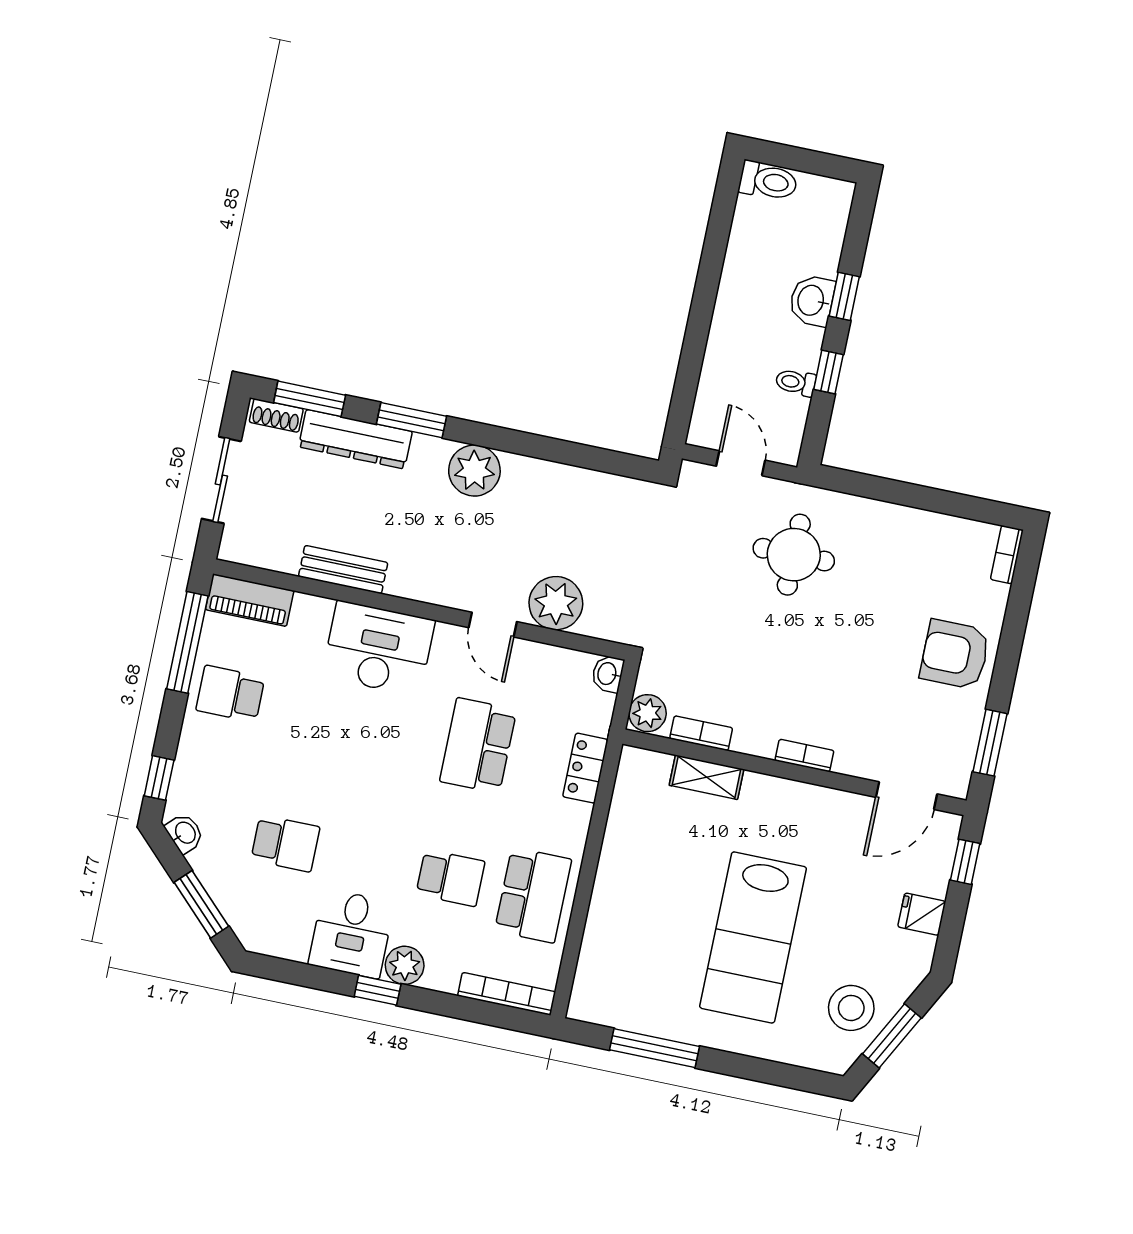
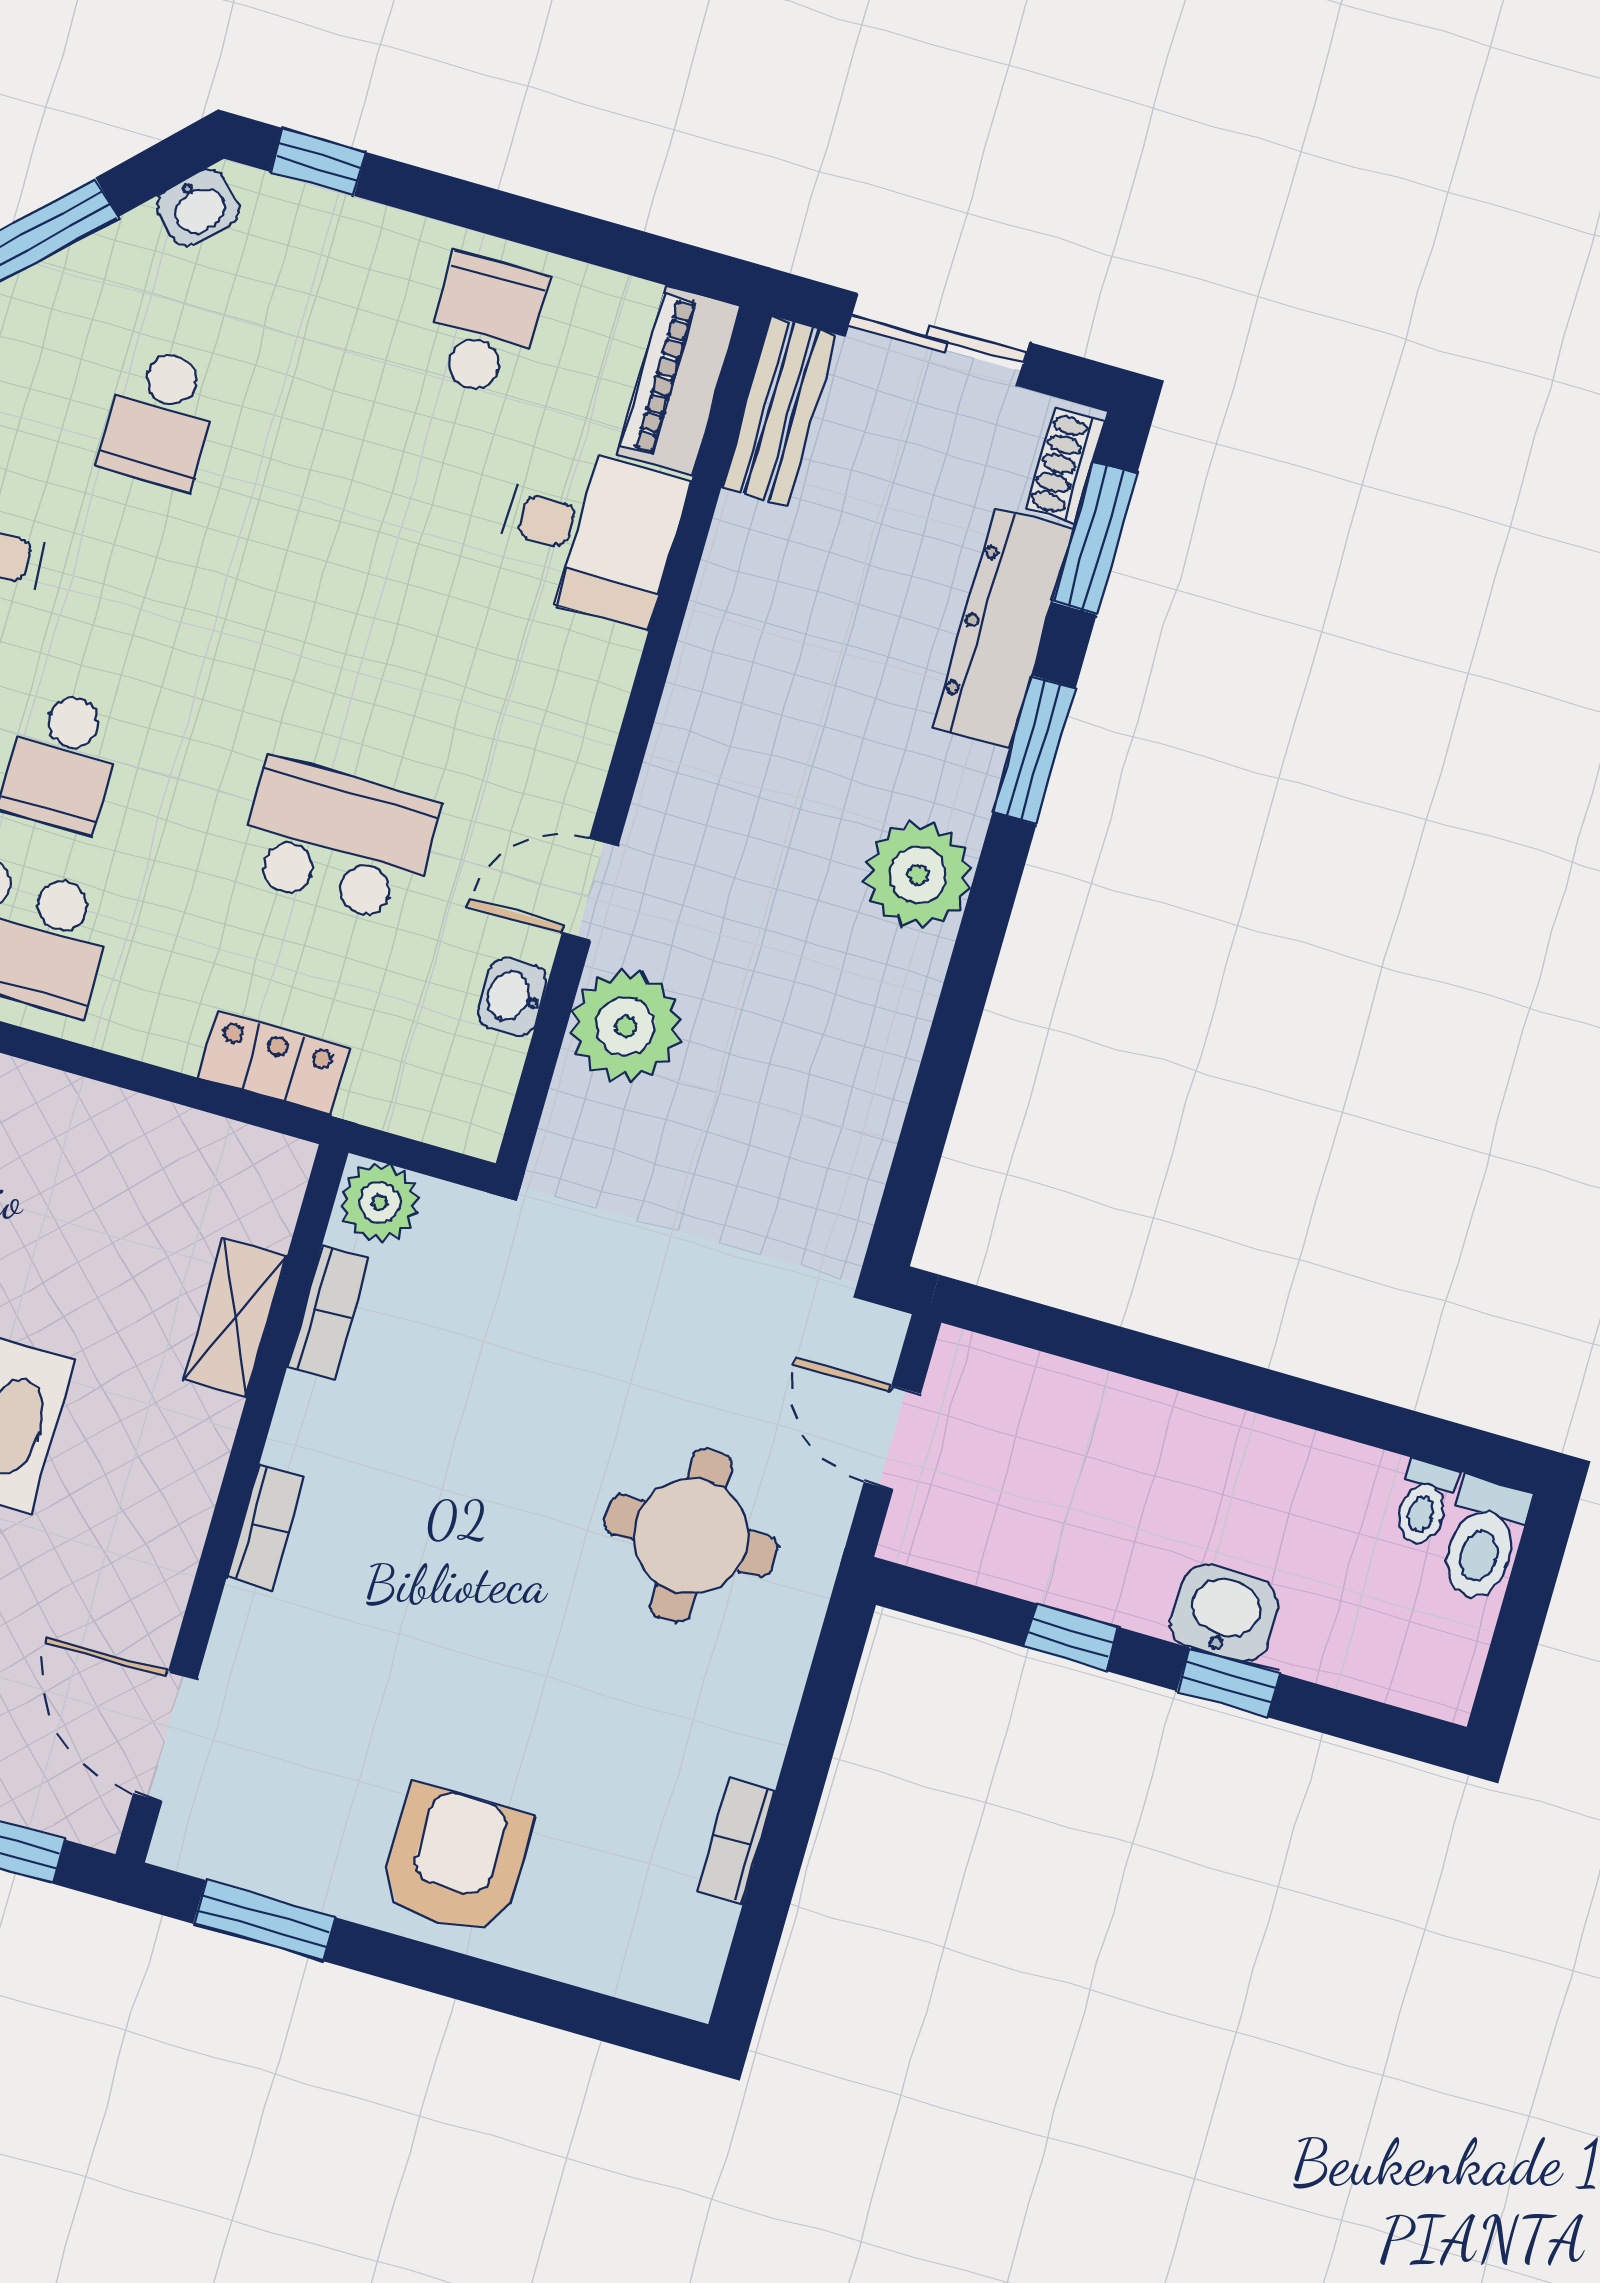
toilet: (796, 382) -> (1424, 1503), moved, turned 180
door: (741, 463) -> (892, 1438), swing flipped
bookcase: (1007, 555) -> (736, 1841), moved, turned -90
bench: (343, 570) -> (779, 411), moved
window: (187, 642) -> (600, 243), removed
desk: (378, 648) -> (590, 533), moved, width x0.73
washbasin: (608, 674) -> (513, 997), moved, turned -90

